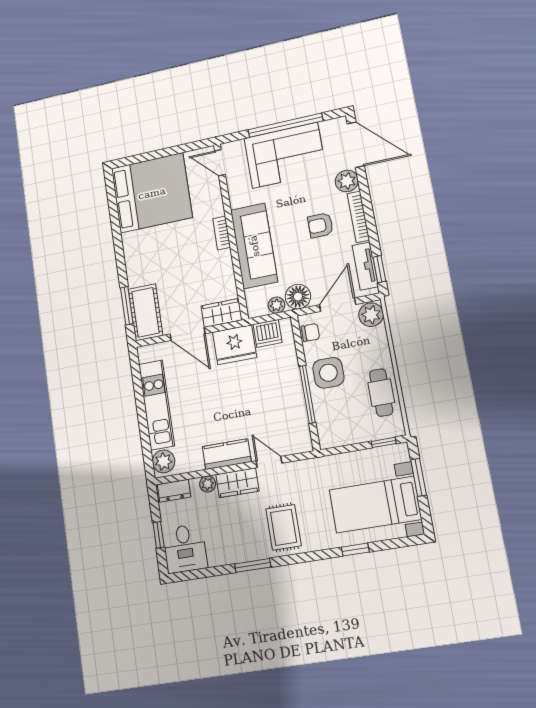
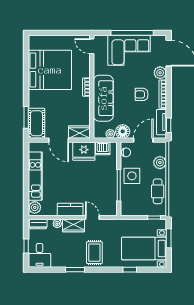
bed: (152, 193) -> (50, 70), moved
plant: (371, 315) -> (160, 163), moved

